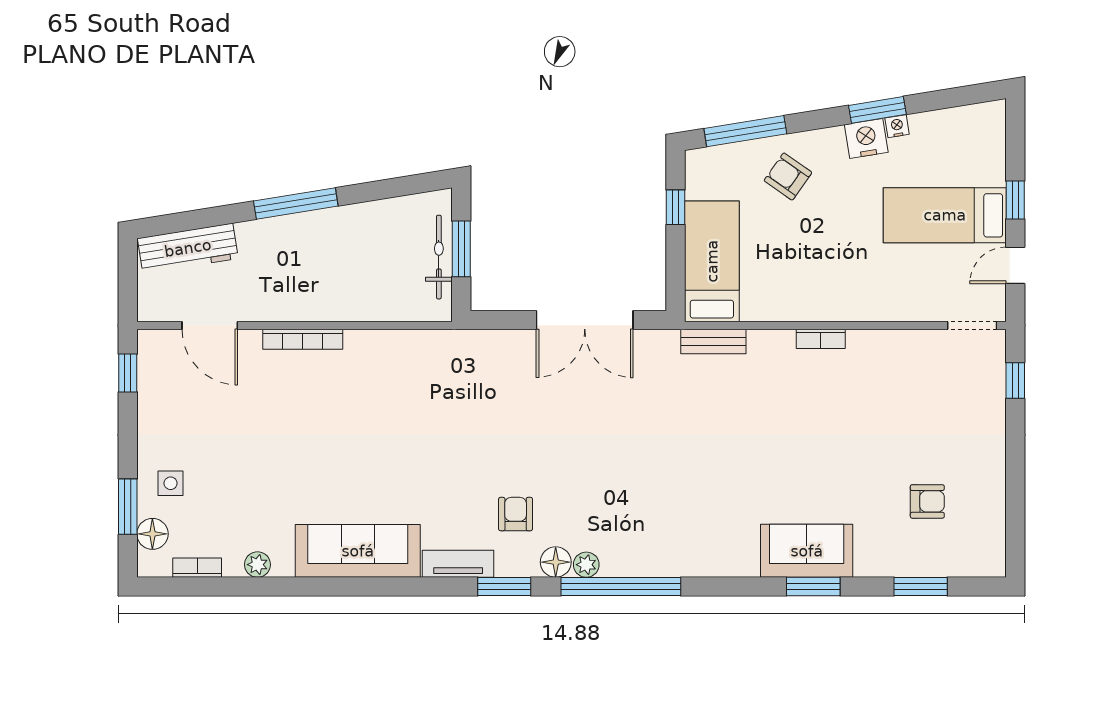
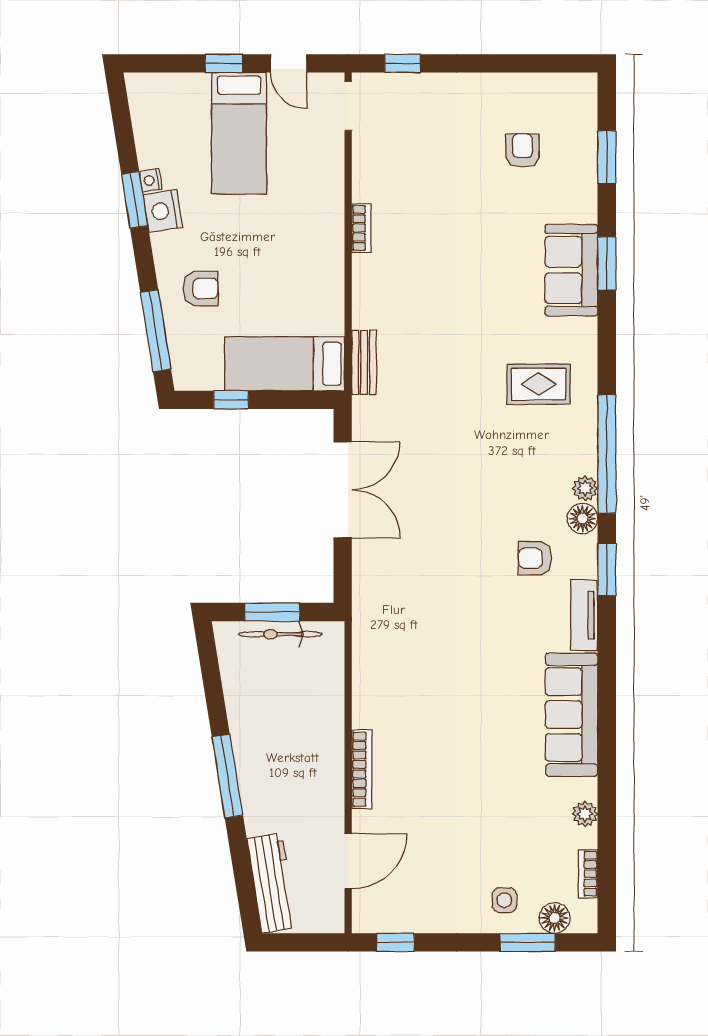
armchair: (788, 176) -> (201, 288), turned -125
bookcase: (821, 339) -> (361, 228), moved
rug: (691, 518) -> (539, 384), added

